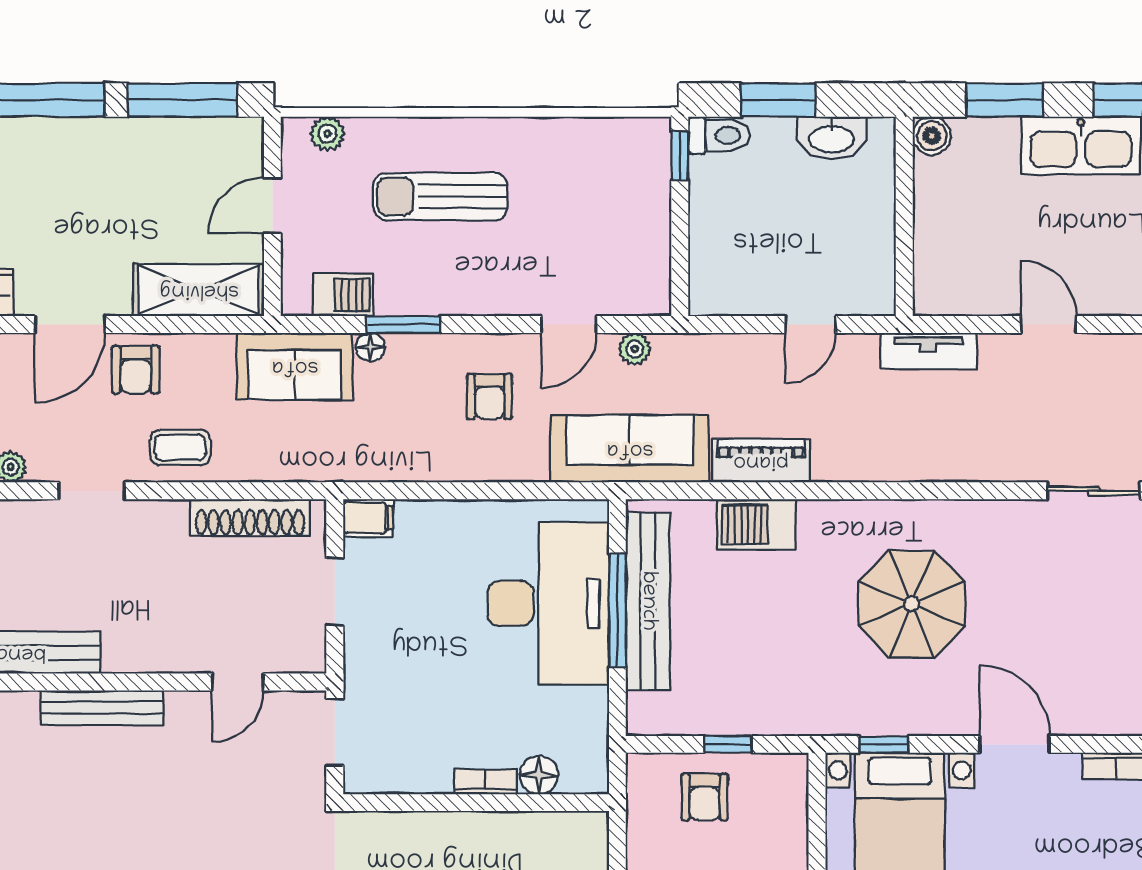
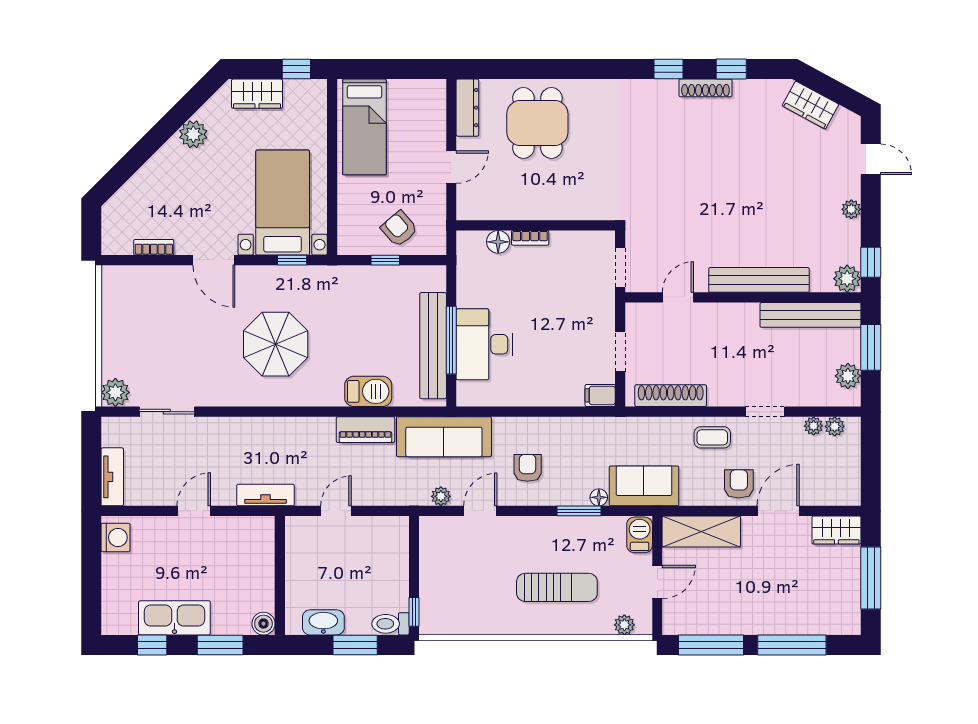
barbecue: (343, 295) -> (640, 535), moved, turned 90
door: (1049, 324) -> (194, 511), swing flipped
desk: (548, 604) -> (484, 344), width x0.73, depth x0.77
bench: (102, 708) -> (759, 280), width x1.37, depth x1.21
armchair: (705, 797) -> (399, 229), turned -41

